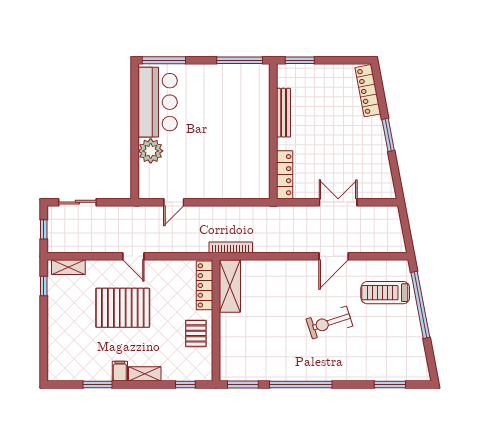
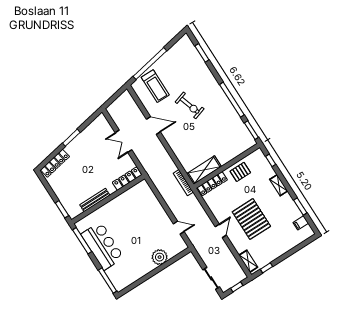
bar counter: (158, 102) -> (102, 246), moved, turned 90
filing cabinet: (120, 371) -> (301, 223), moved

